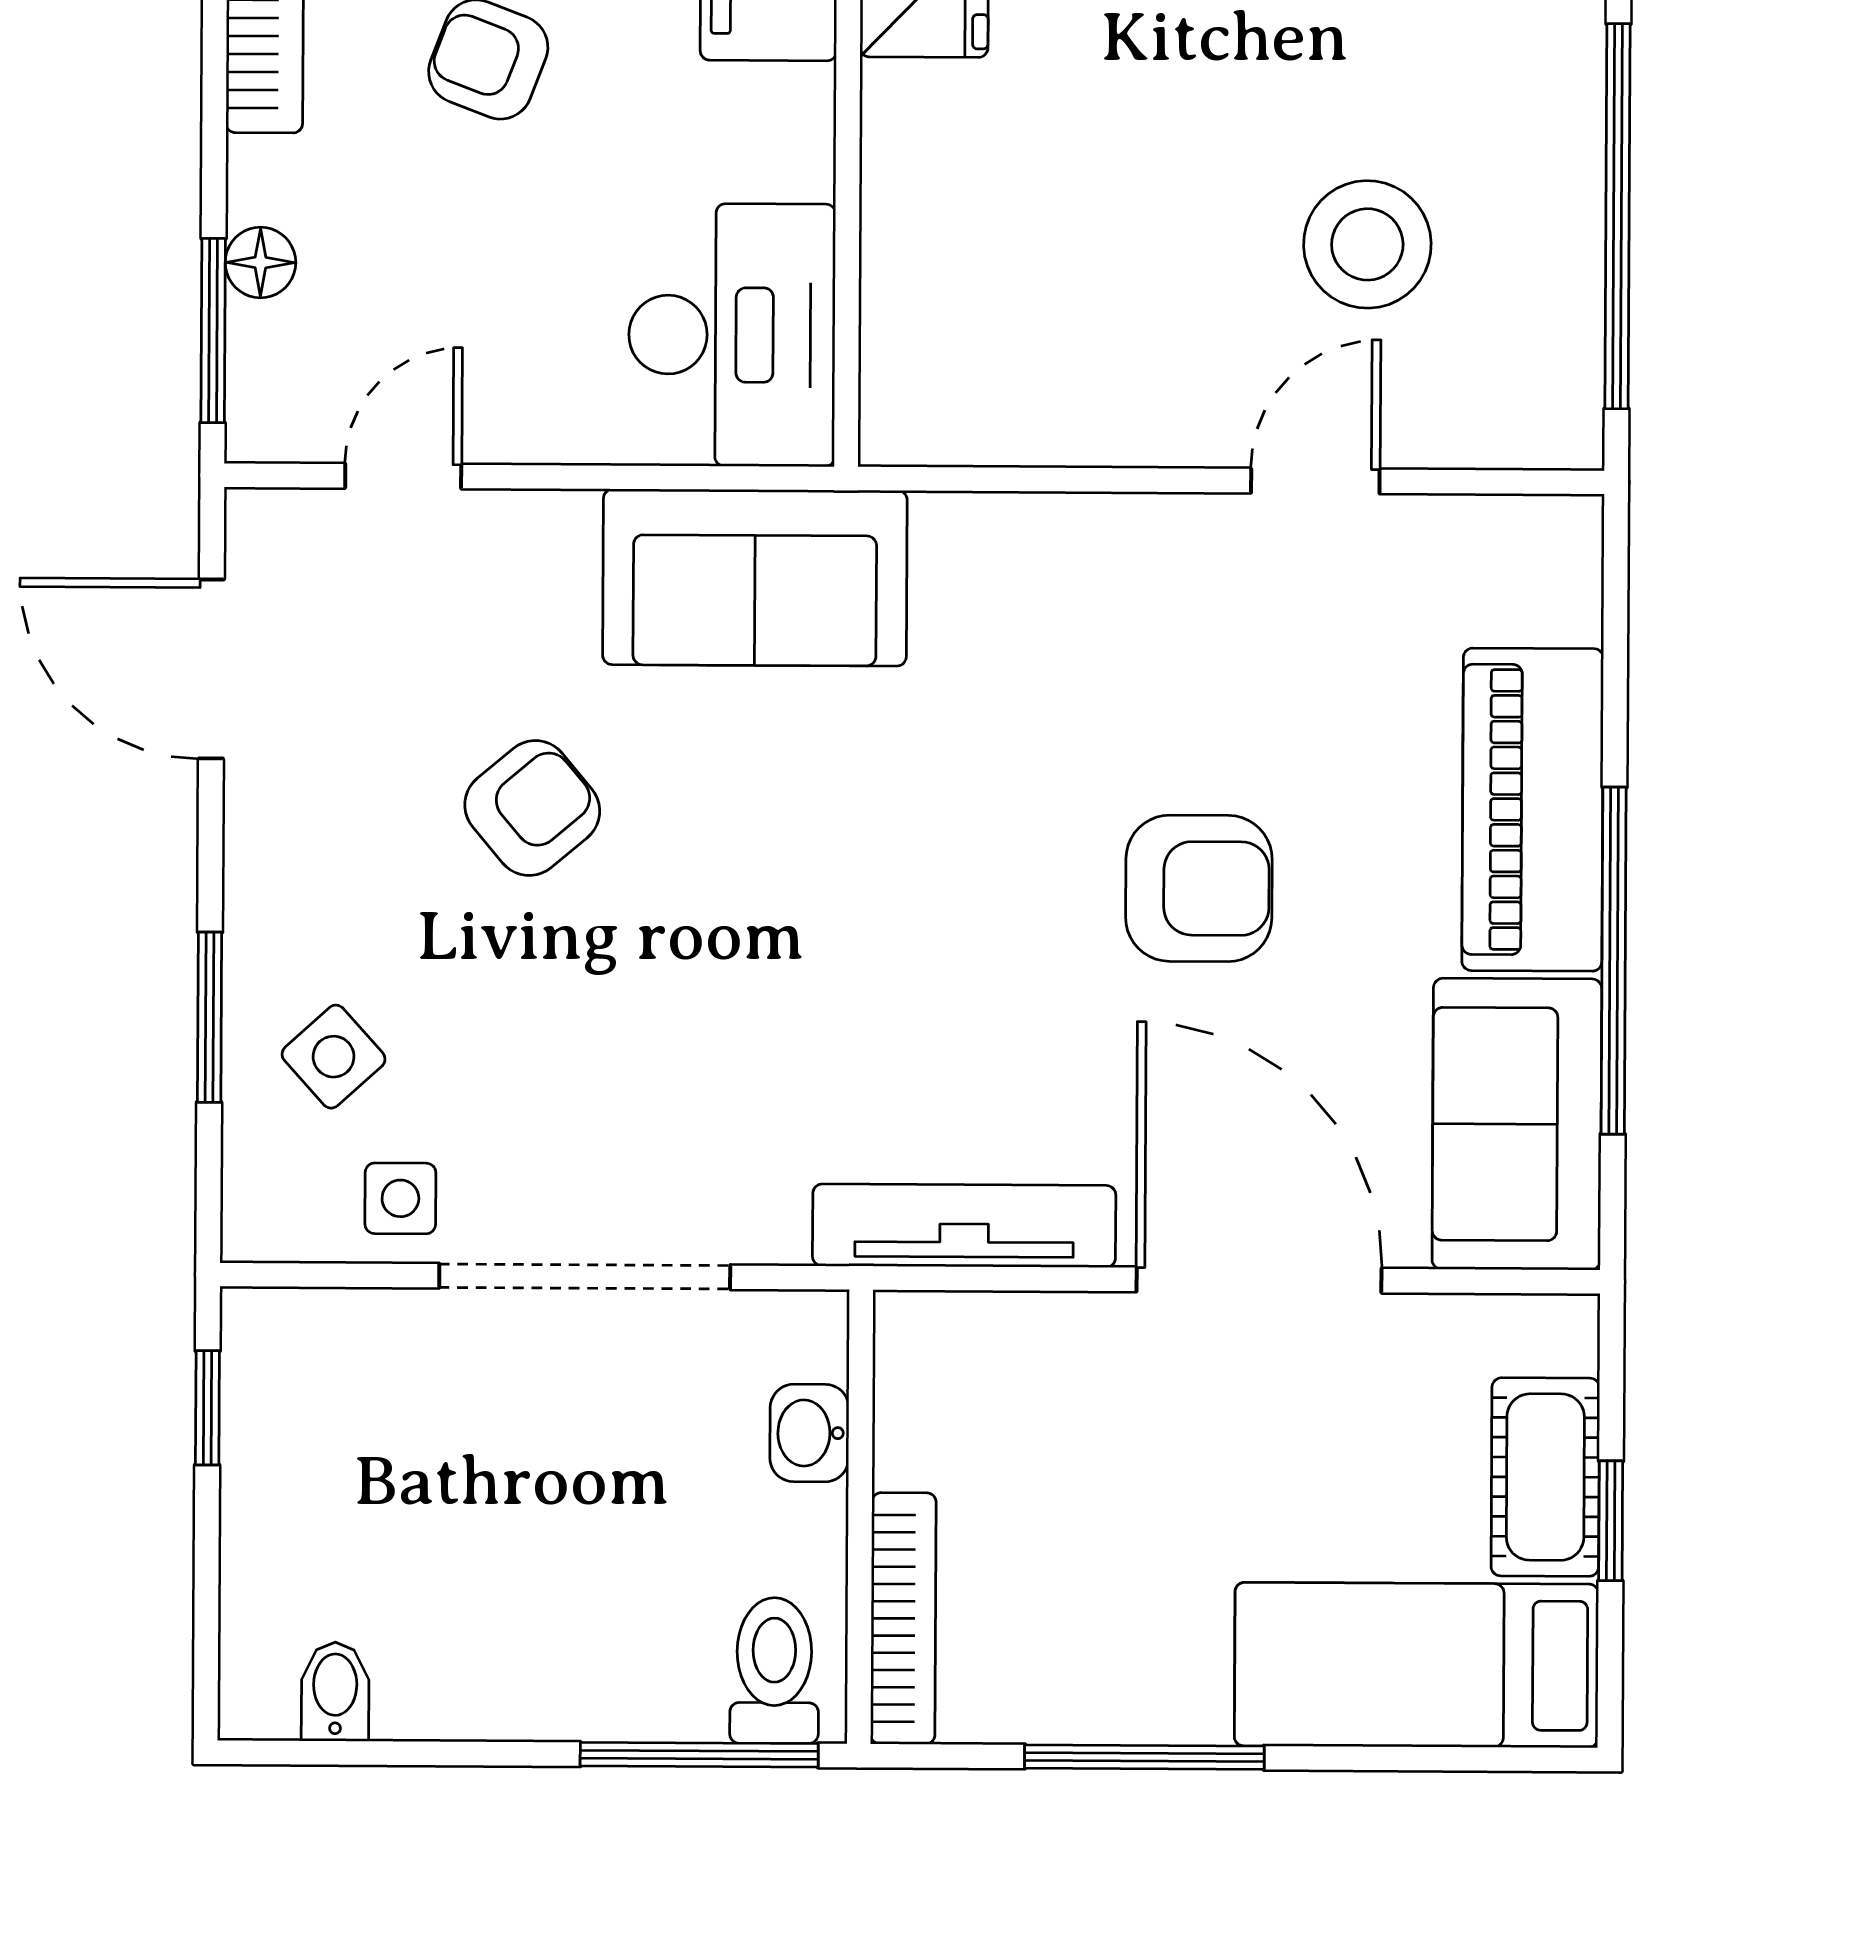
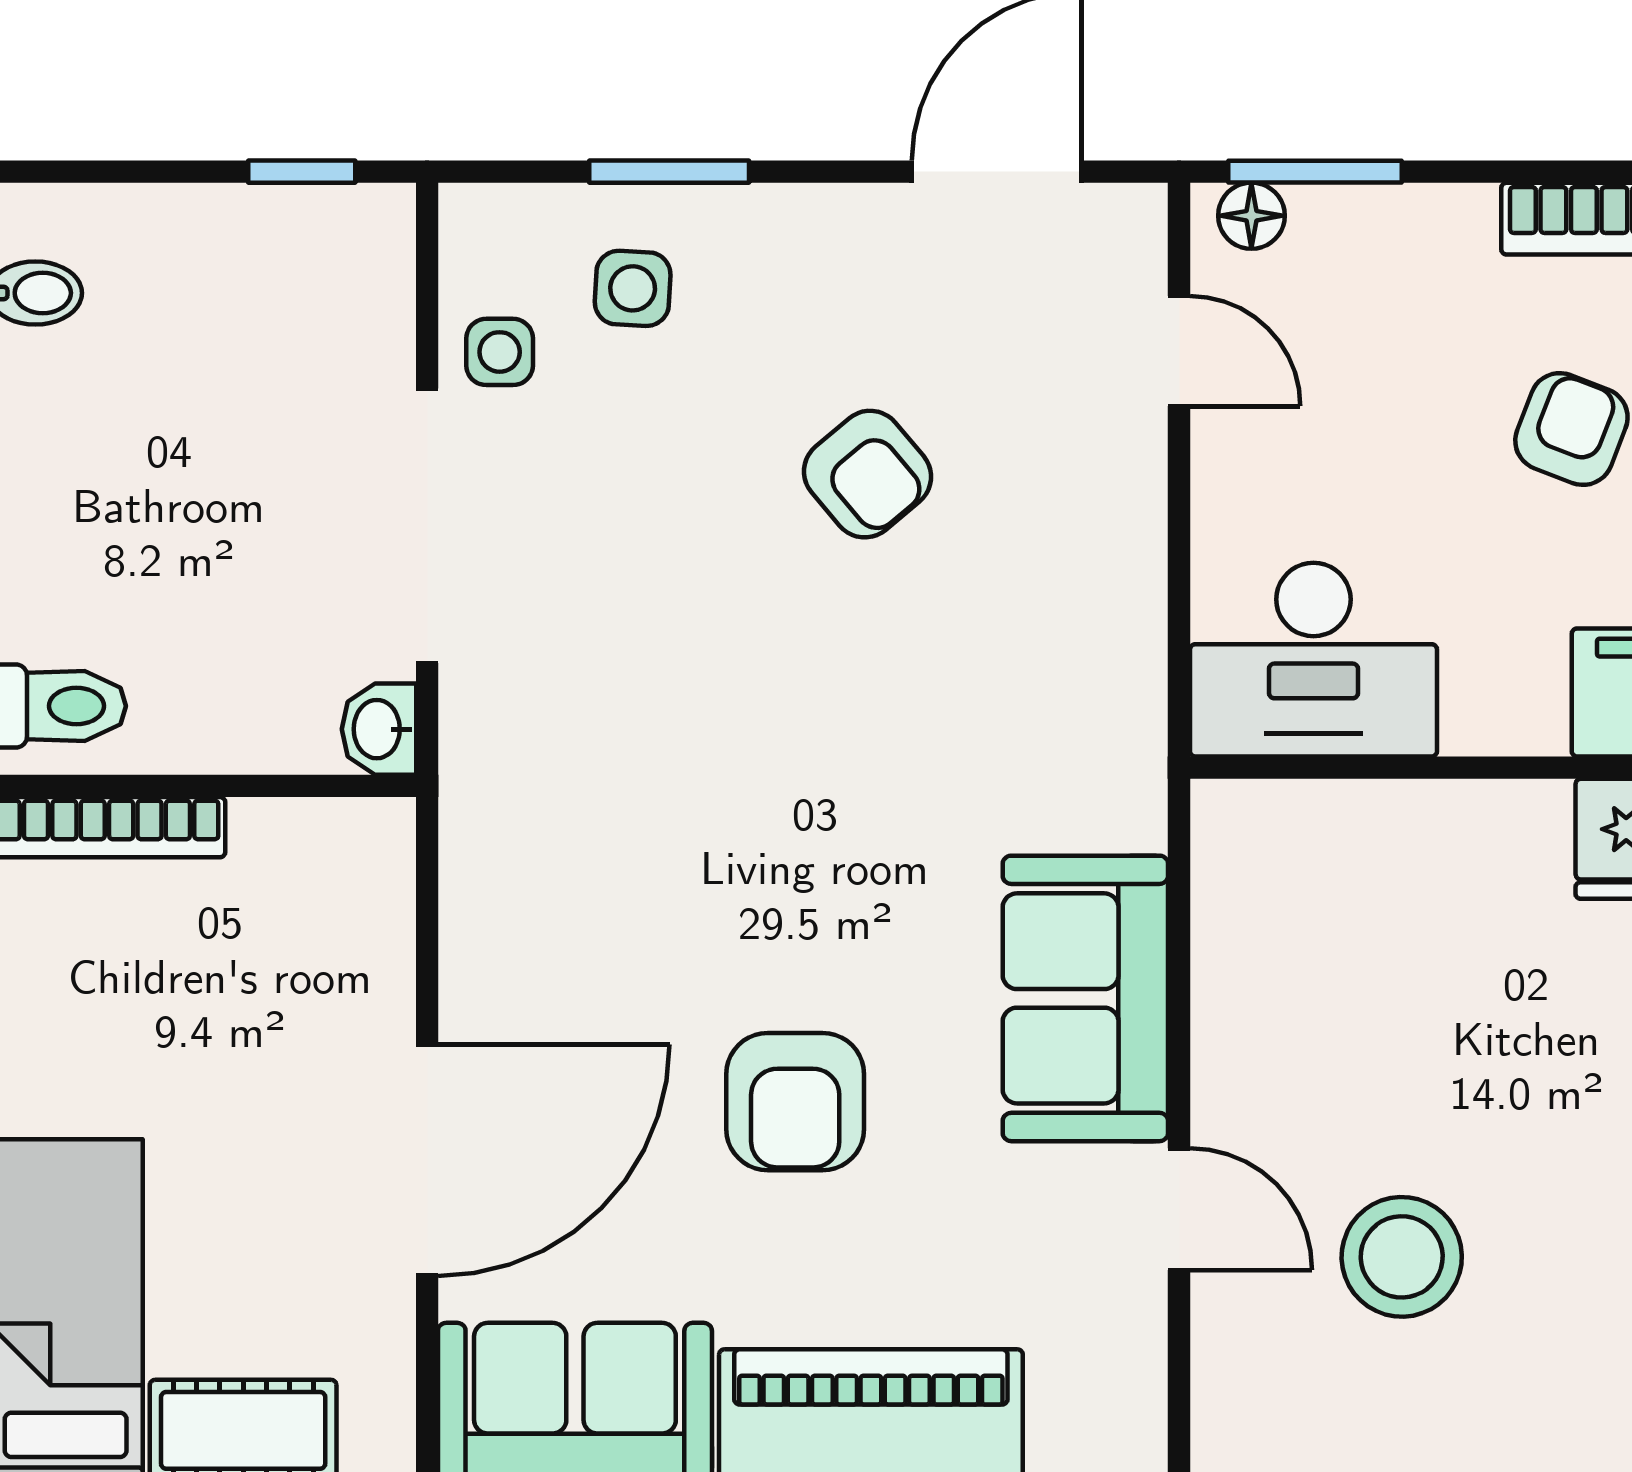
floor lamp: (260, 263) -> (1251, 216), moved
sofa: (755, 578) -> (1085, 998), moved
side table: (334, 1057) -> (633, 288), turned 45
tv unit: (964, 1226) -> (477, 882), removed
washbasin: (809, 1433) -> (379, 729), moved, turned -90

